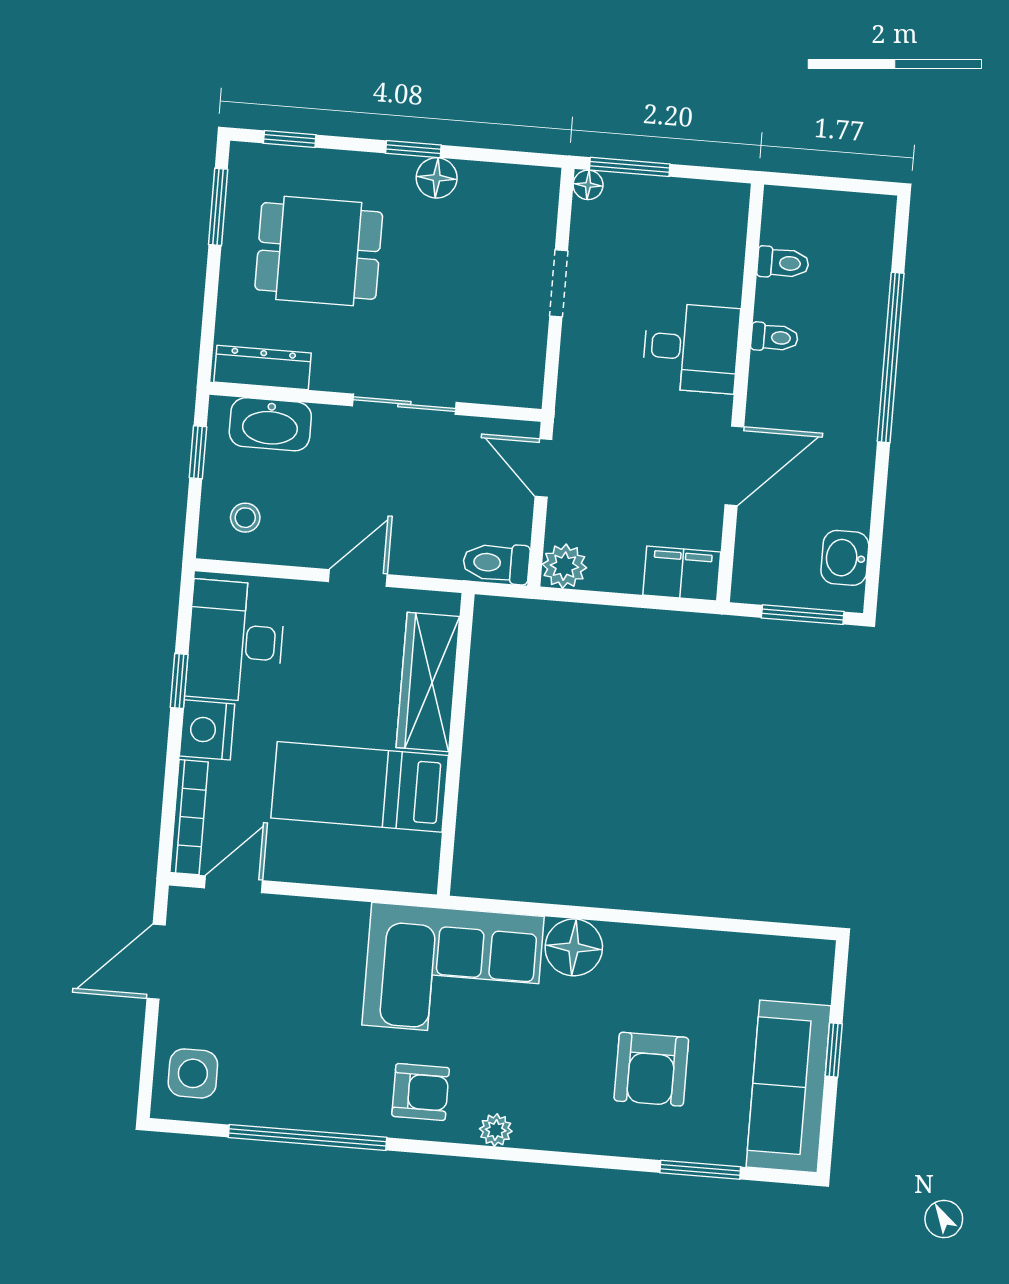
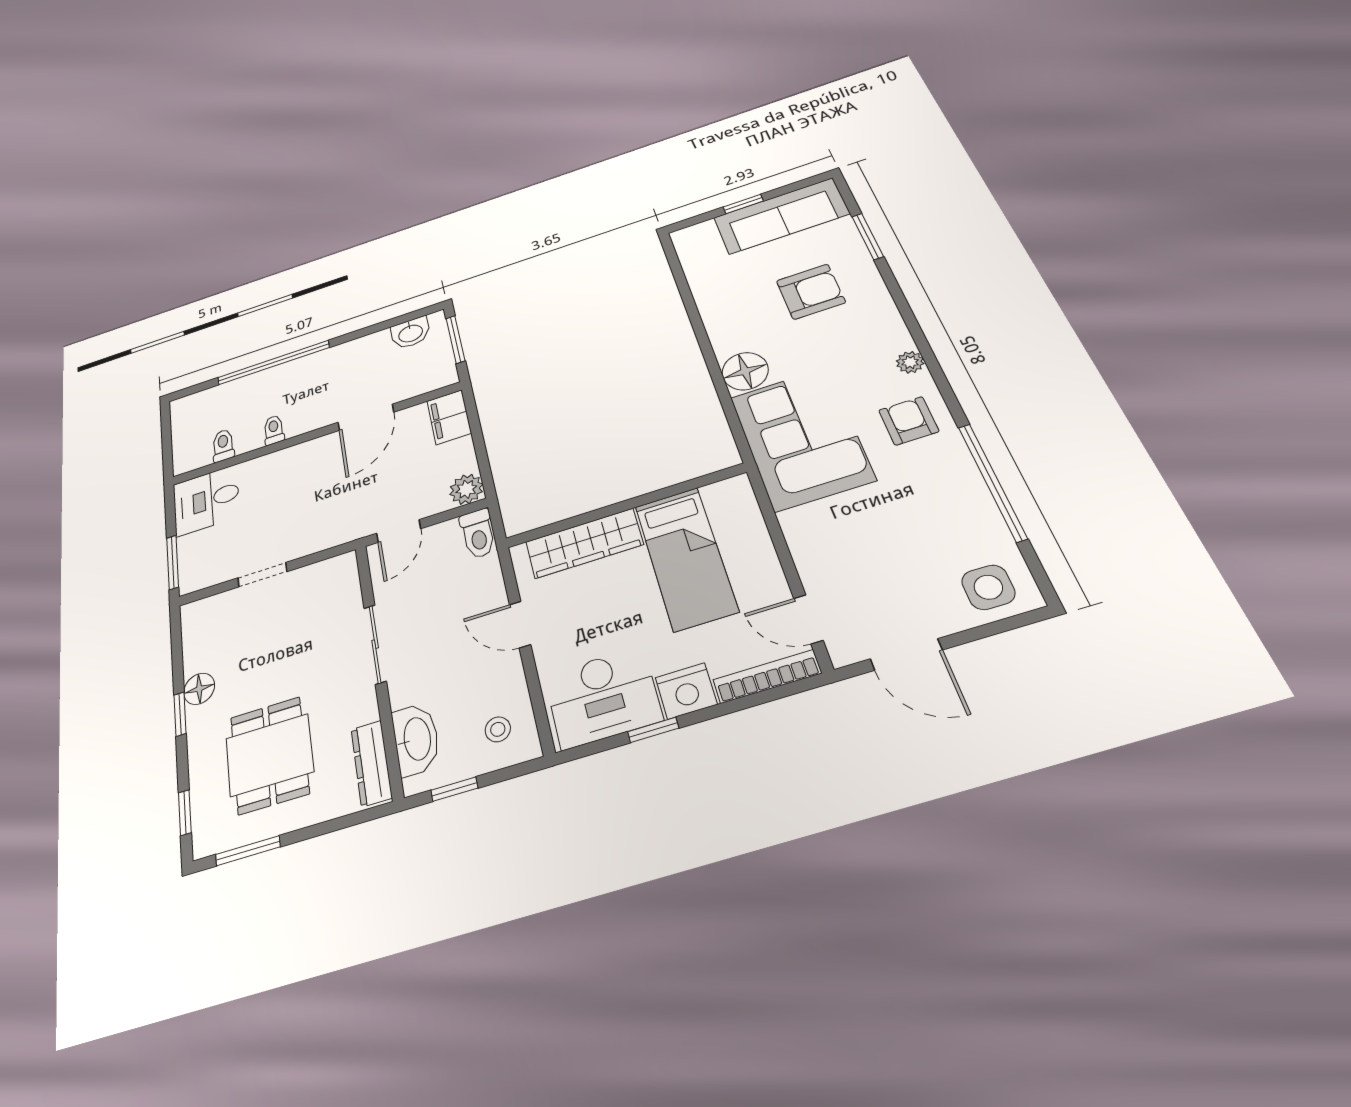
floor lamp: (588, 185) -> (189, 584), removed
desk: (691, 348) -> (206, 500), moved, turned -90
door: (734, 466) -> (366, 417), swing flipped

